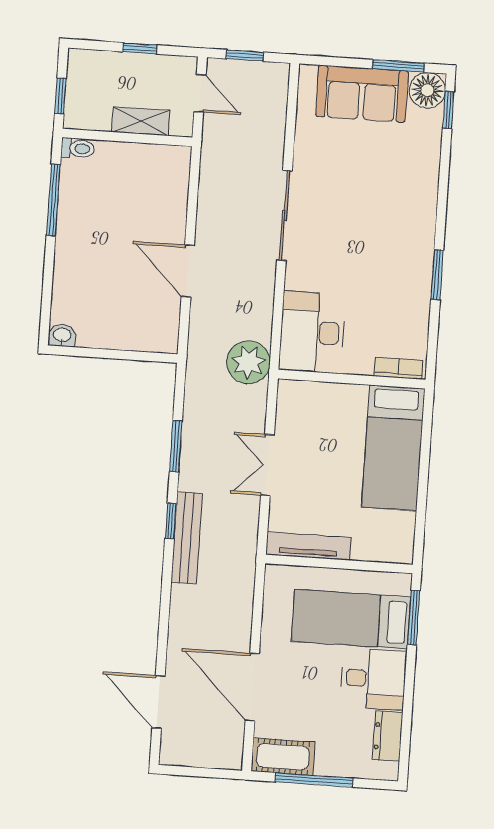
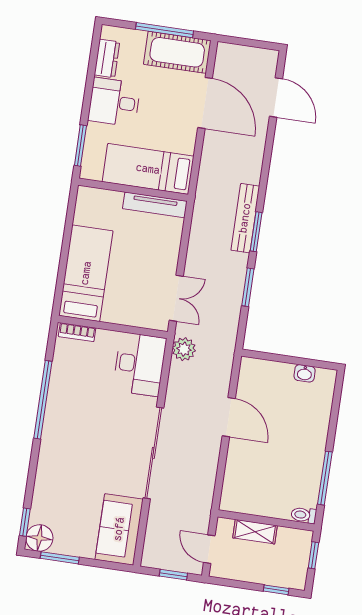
window: (140, 48) -> (276, 590), moved
sofa: (362, 94) -> (119, 529), moved, turned -90
sliding door: (284, 216) -> (153, 453), width x1.36
window: (437, 275) -> (43, 400), width x2.11
washbasin: (62, 335) -> (305, 373), moved
plant: (248, 362) -> (184, 349), width x0.73, depth x0.73
double door: (267, 465) -> (176, 298), moved
window: (171, 521) -> (256, 232), width x1.50
bed: (351, 619) -> (148, 169), moved, turned 180
cot: (283, 757) -> (177, 52), width x1.37, depth x1.34

